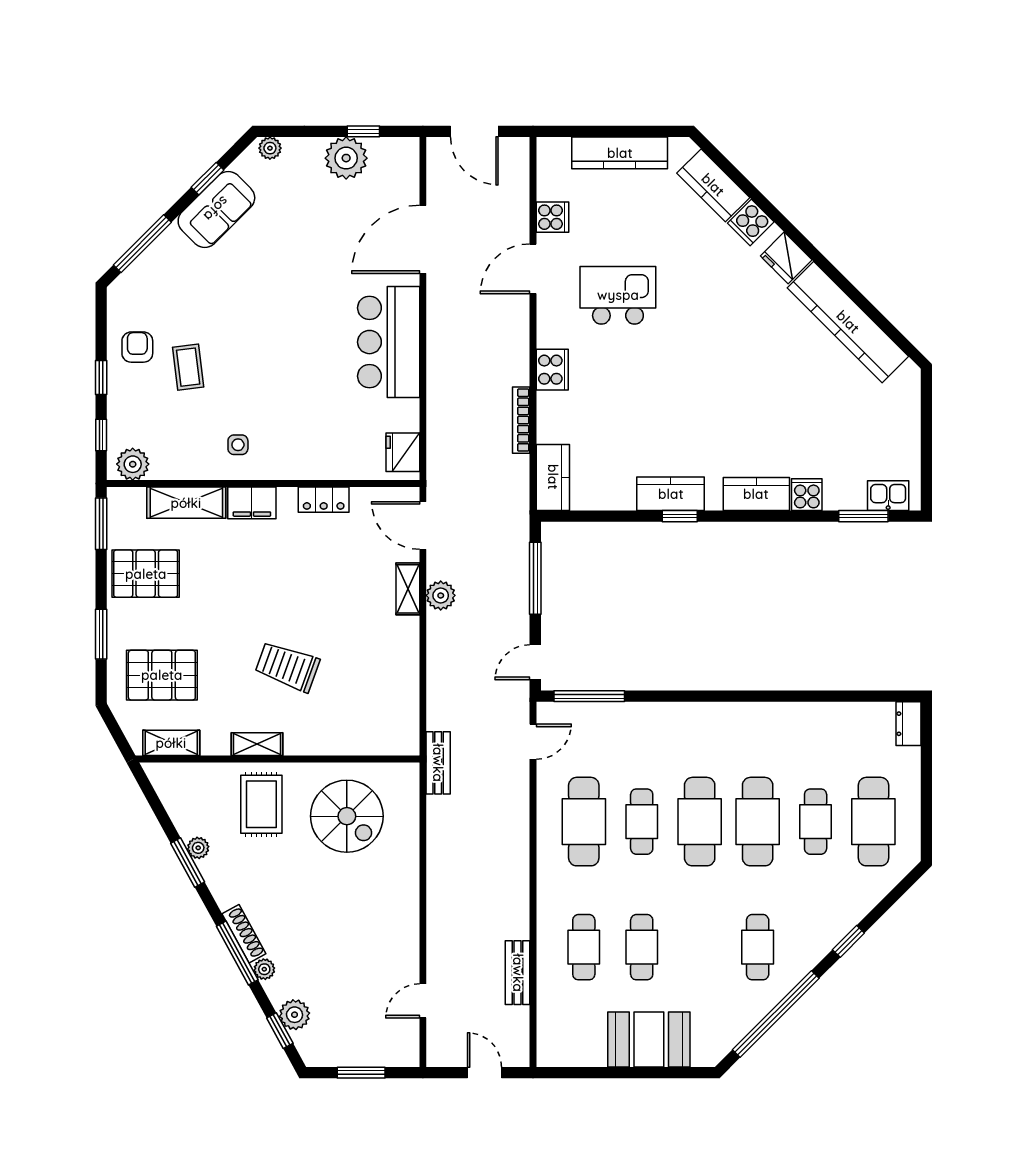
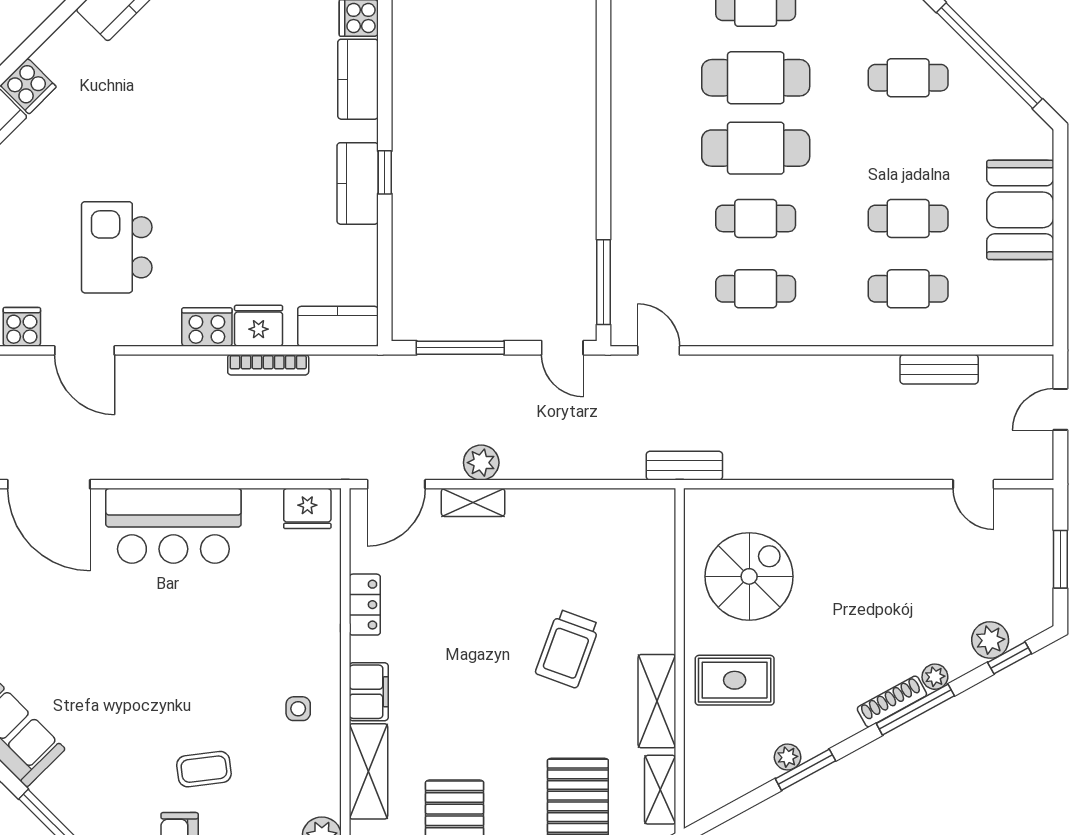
fridge: (786, 258) -> (259, 326), moved, turned -135
shelving: (257, 744) -> (657, 701), width x1.50, depth x1.33
cafe table: (584, 822) -> (756, 289), width x0.73, depth x0.74

